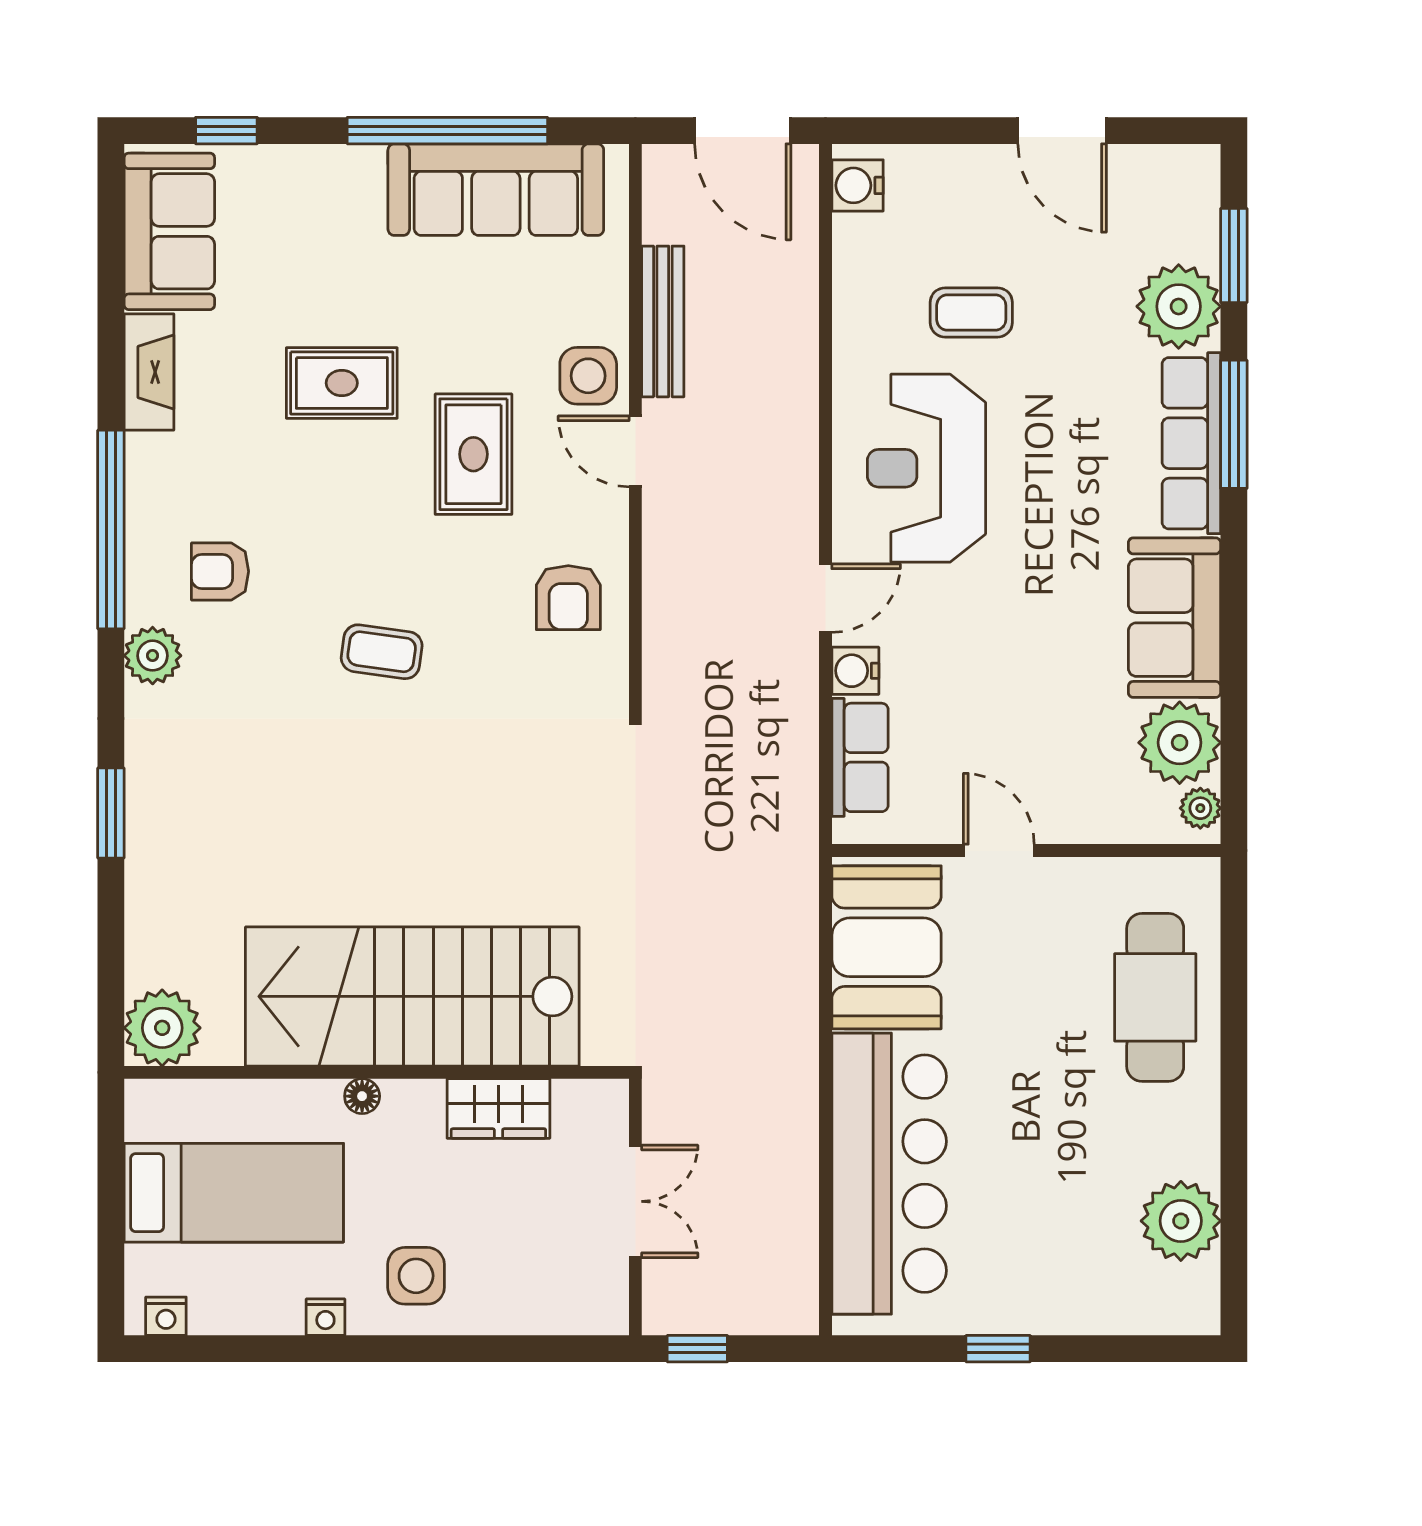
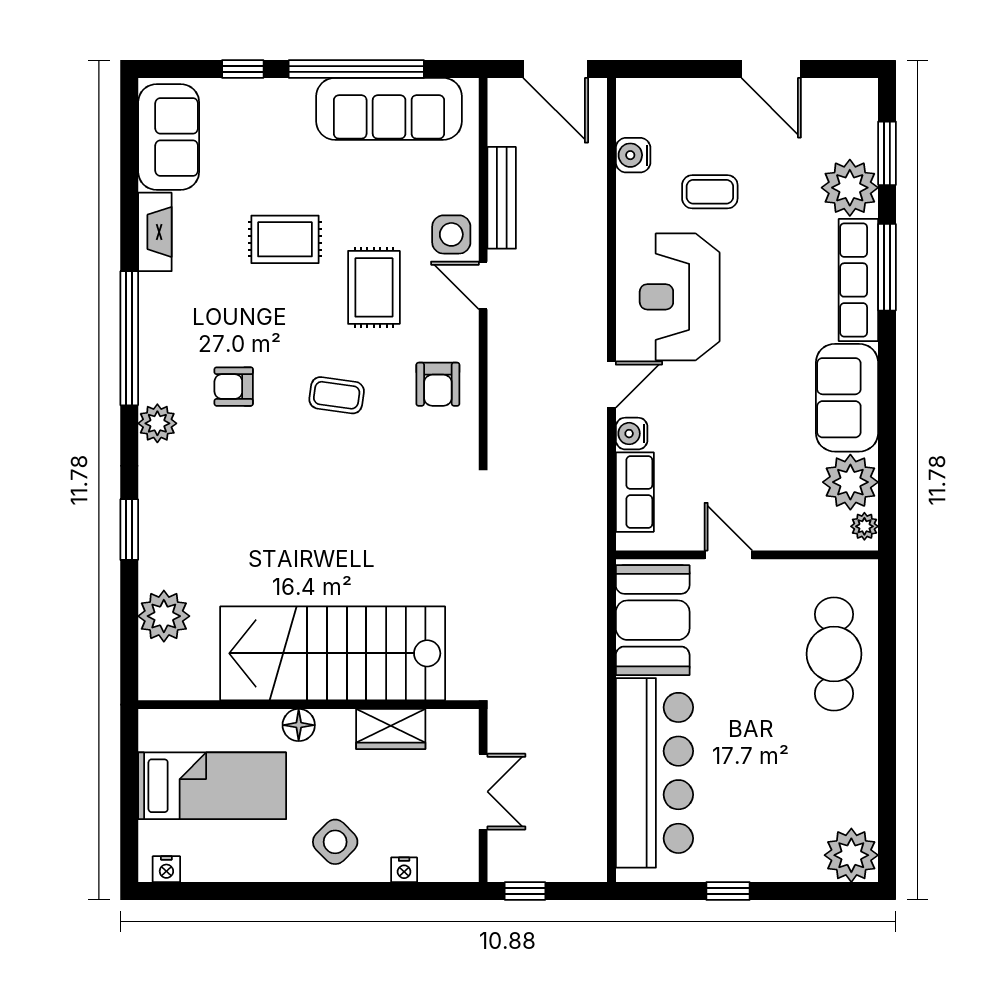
window: (226, 131) -> (243, 69), moved
water cooler: (857, 185) -> (633, 155), moved
armchair: (220, 571) -> (234, 387), moved
coffee table: (382, 652) -> (337, 395), moved
plant: (162, 1028) -> (164, 616), moved
floor lamp: (362, 1096) -> (299, 725), width x1.37, depth x1.37
plant: (1181, 1221) -> (851, 855), moved
side table: (416, 1276) -> (335, 842), turned 45
nightstand: (325, 1317) -> (404, 870), moved

